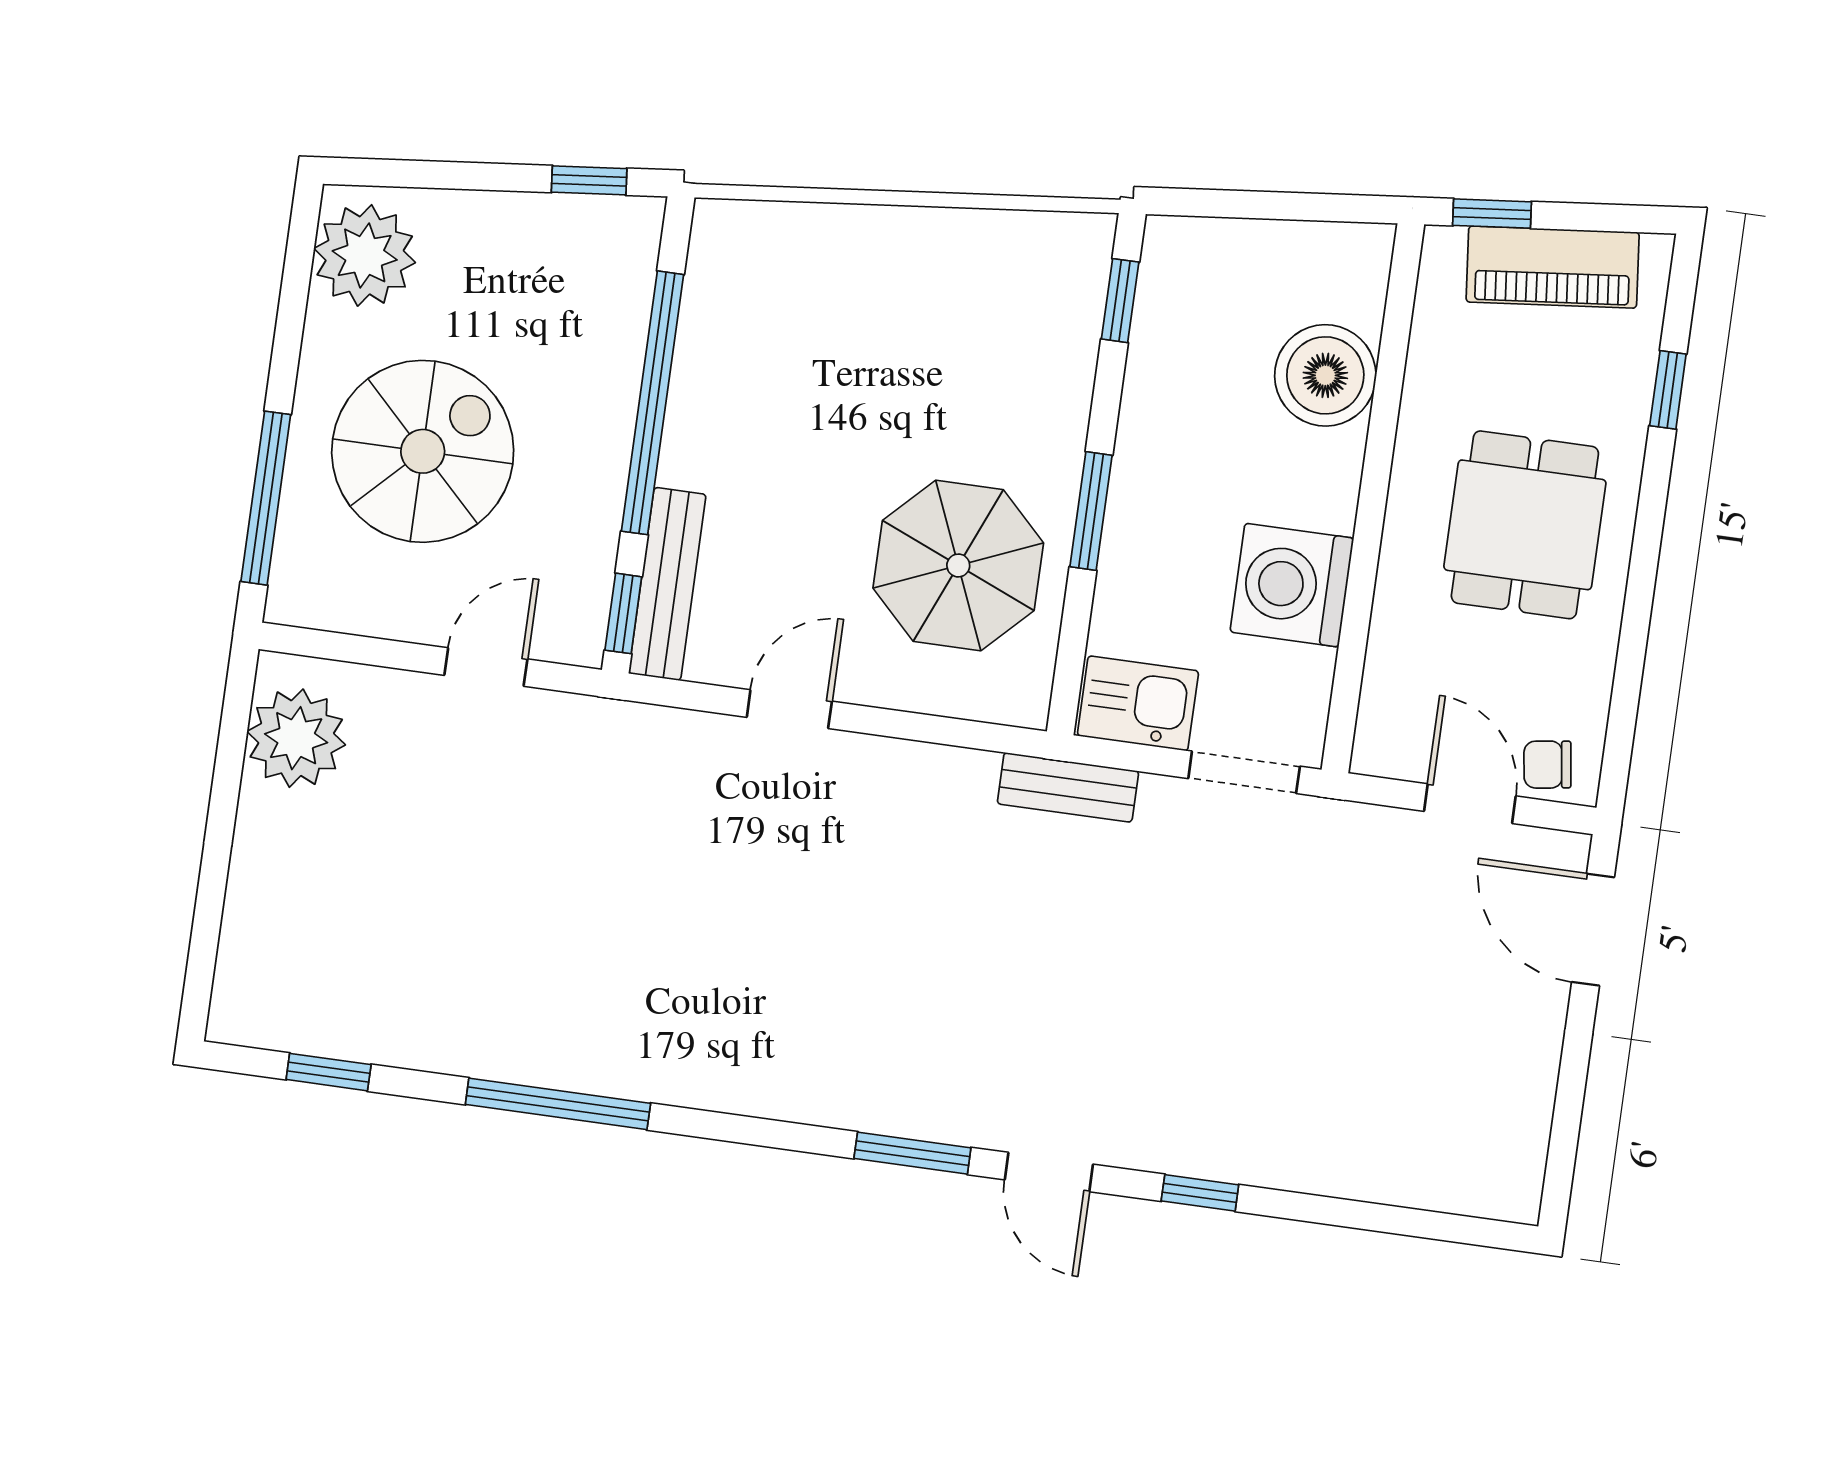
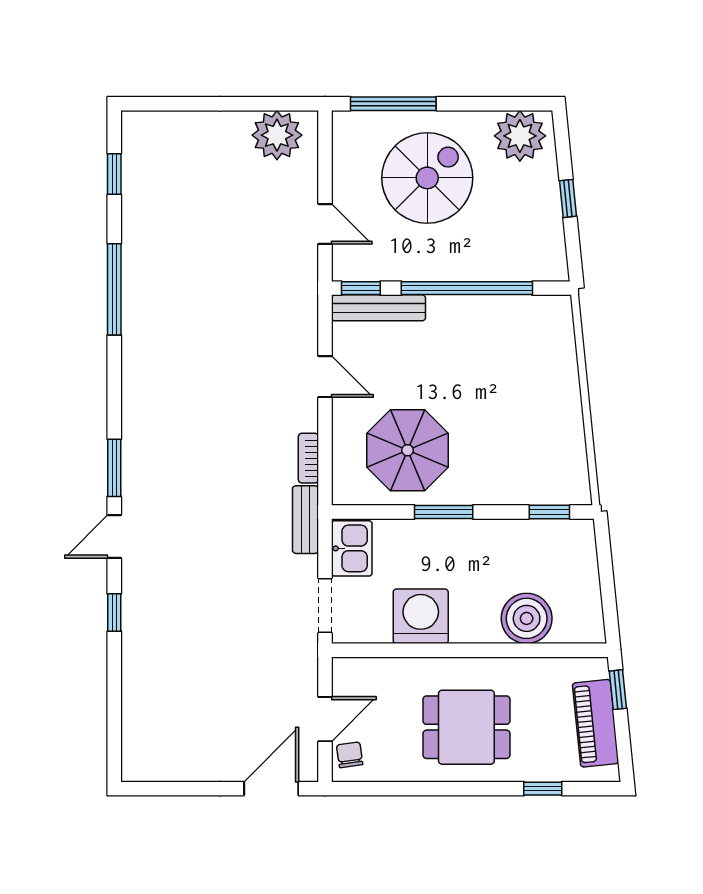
window: (589, 180) -> (568, 198), moved
spiral stairs: (423, 451) -> (427, 178), turned -90
bookcase: (947, 765) -> (308, 458), added

